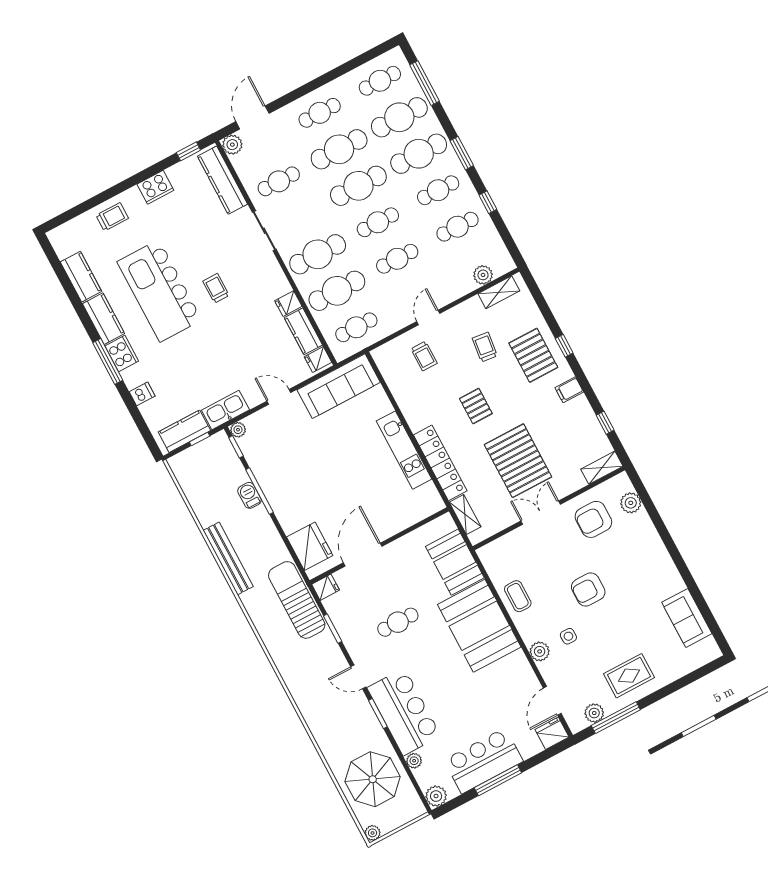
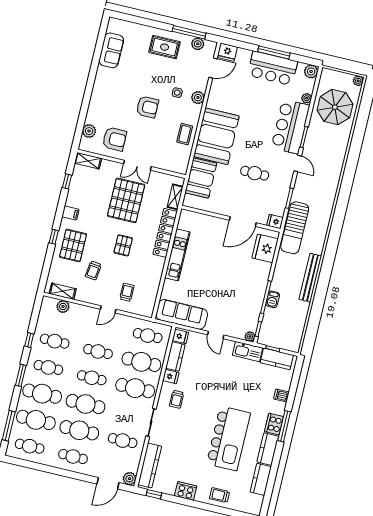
trolley: (216, 288) -> (177, 399), moved

